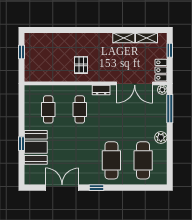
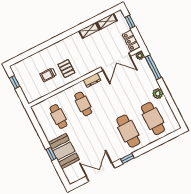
trolley: (59, 62) -> (48, 75), added

